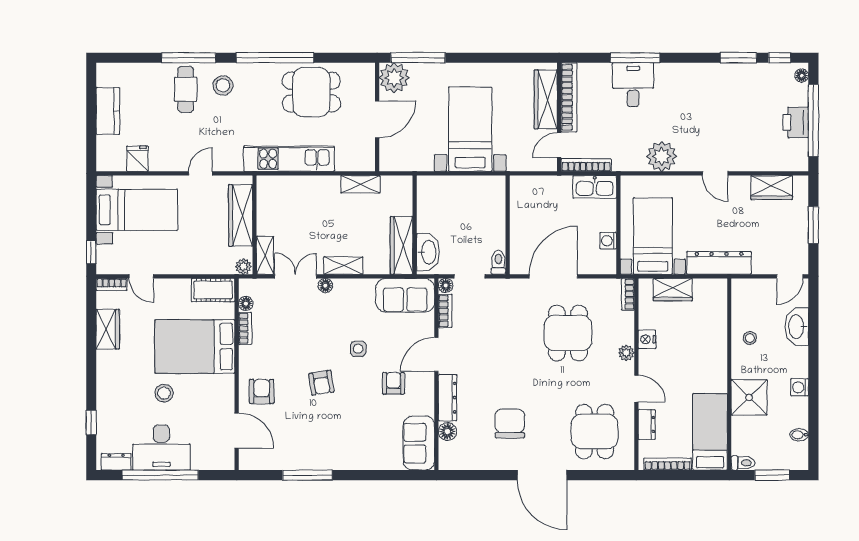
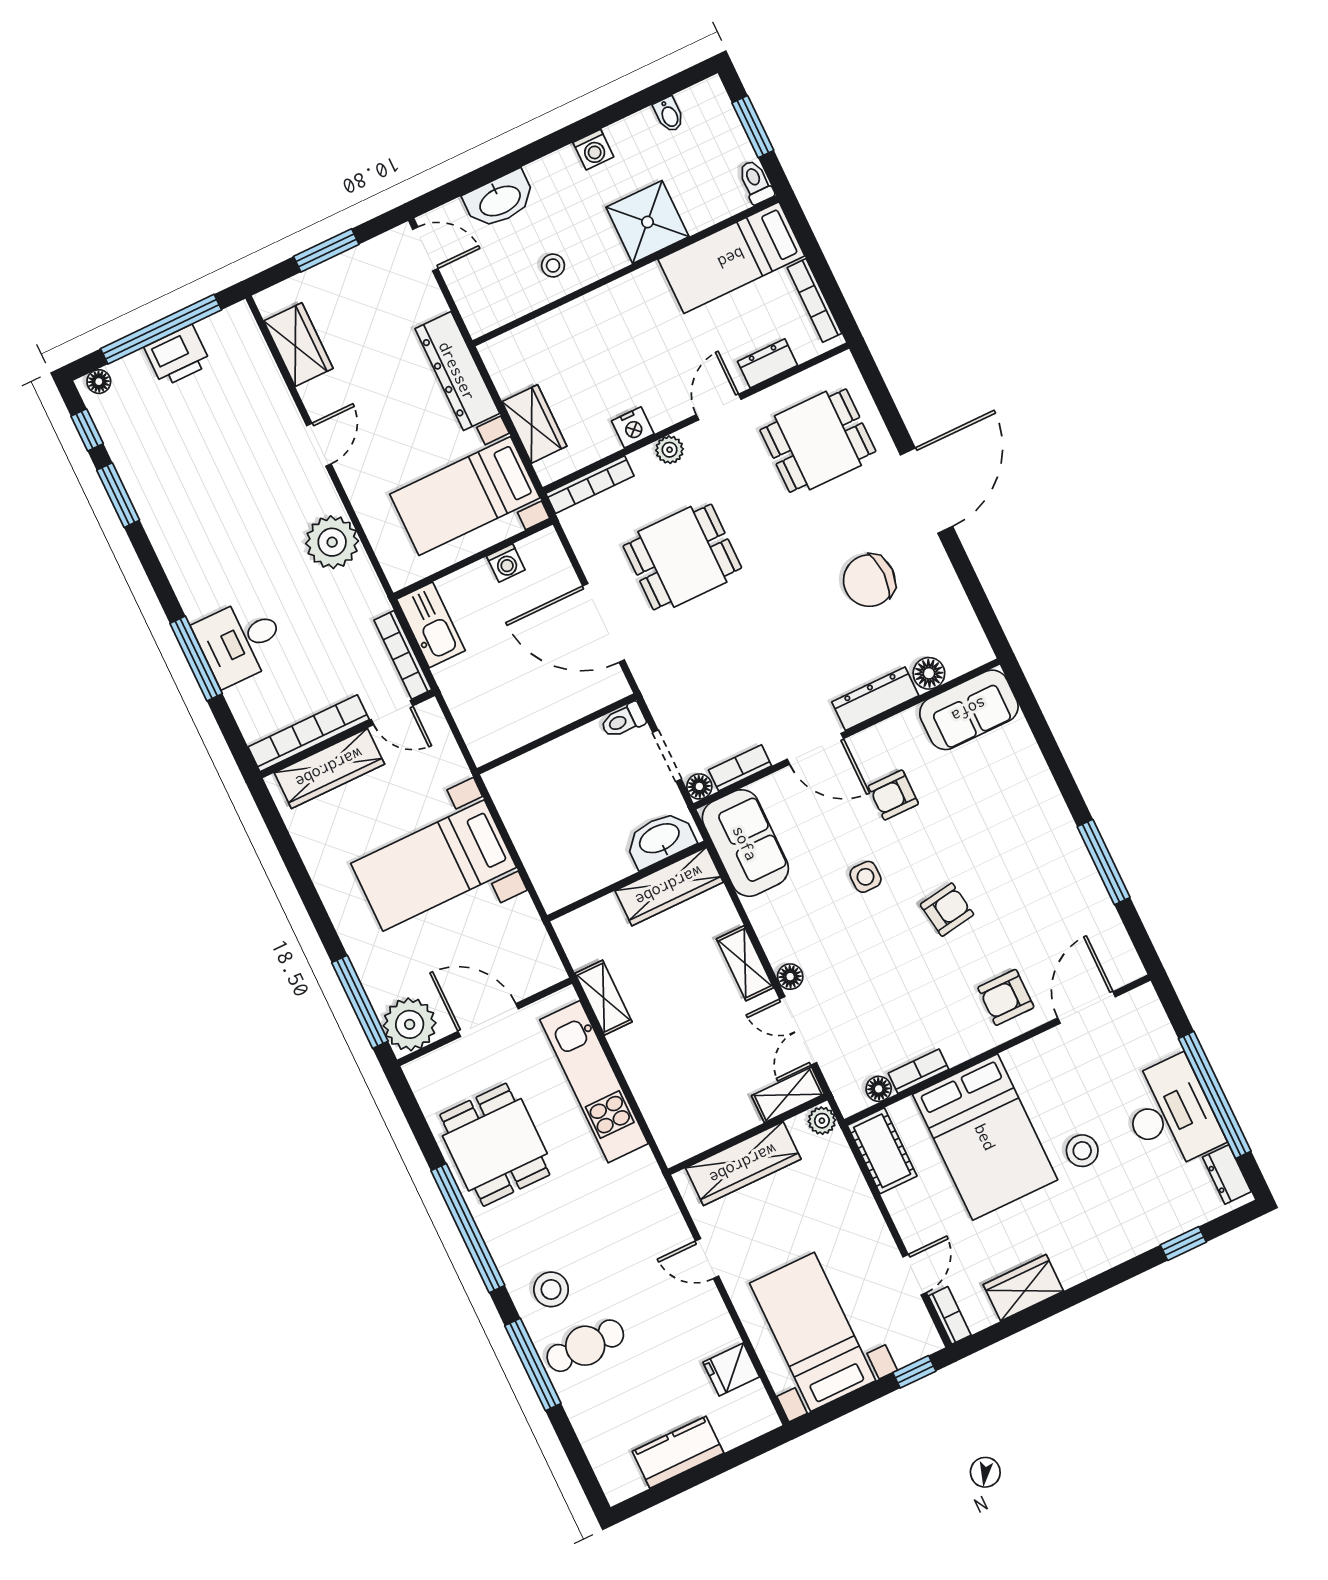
kitchen unit: (289, 159) -> (594, 1082), moved
bookcase: (628, 294) -> (590, 485), width x1.56

